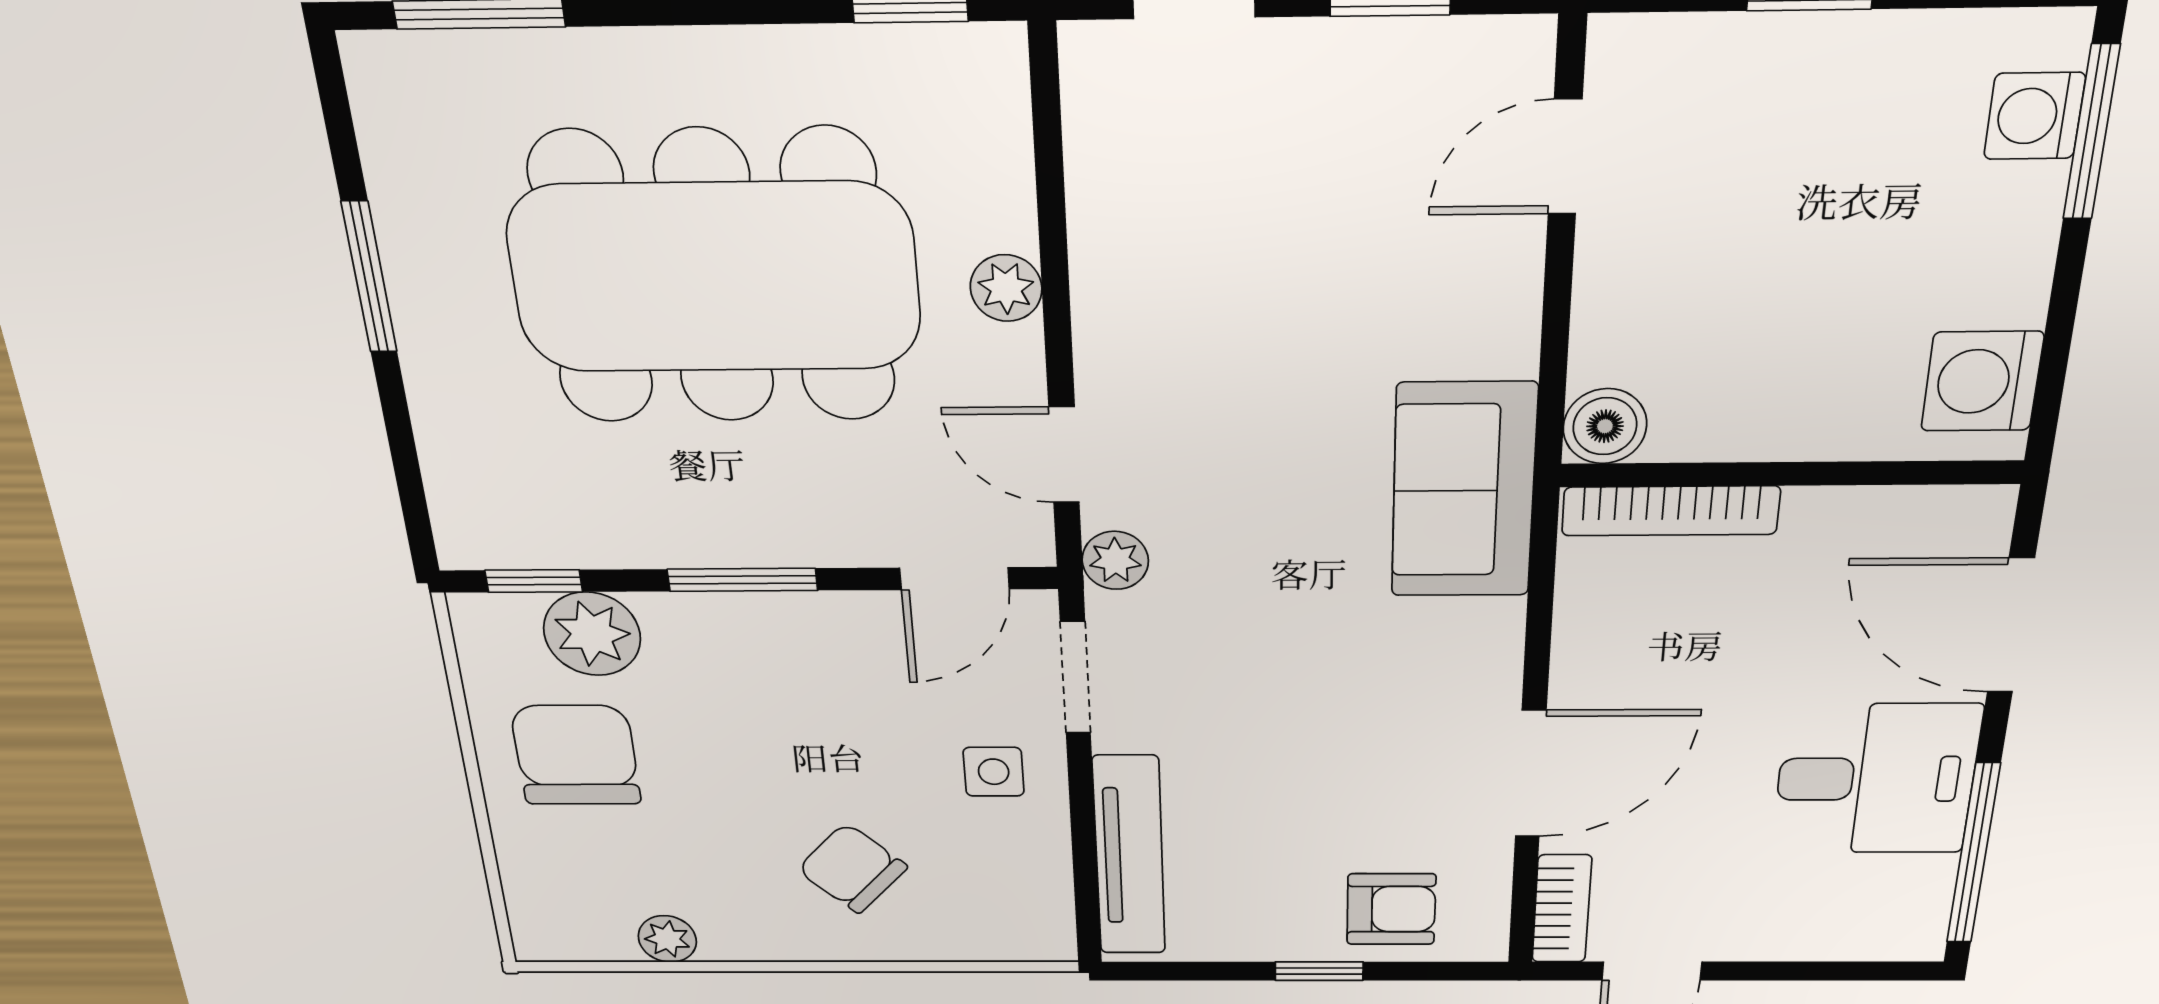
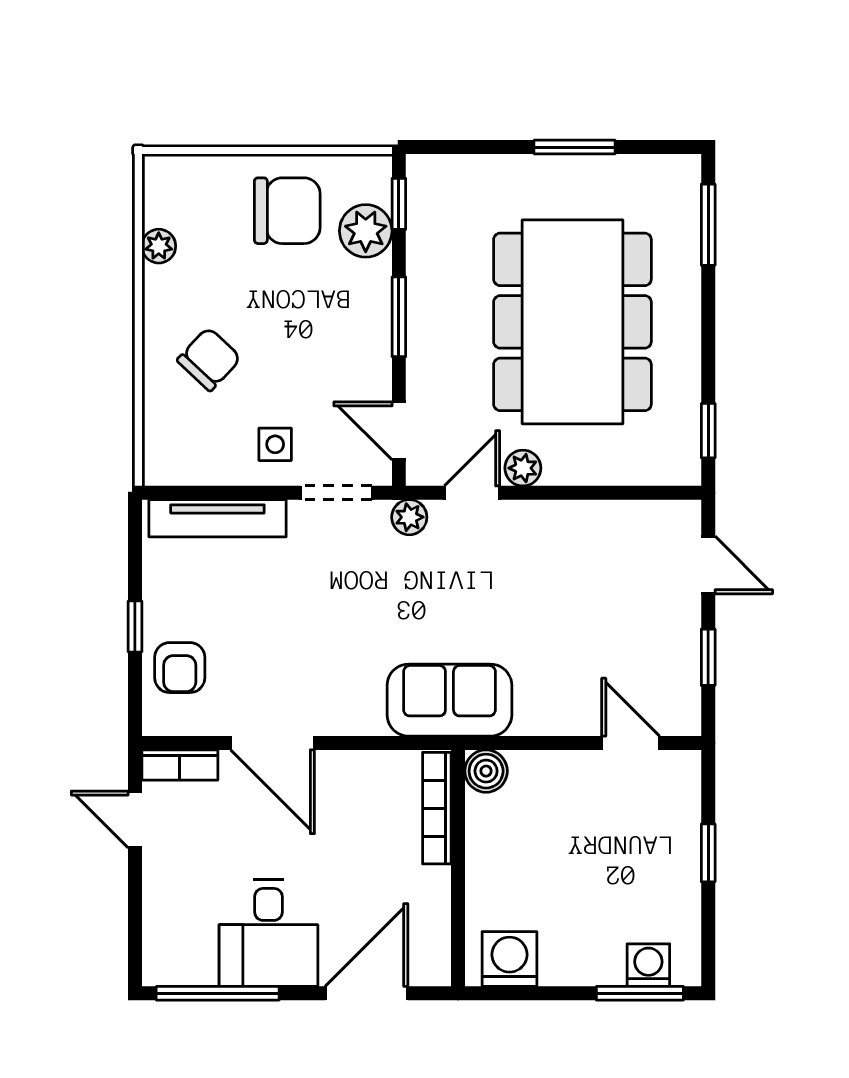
plant: (1006, 288) -> (523, 468), moved

